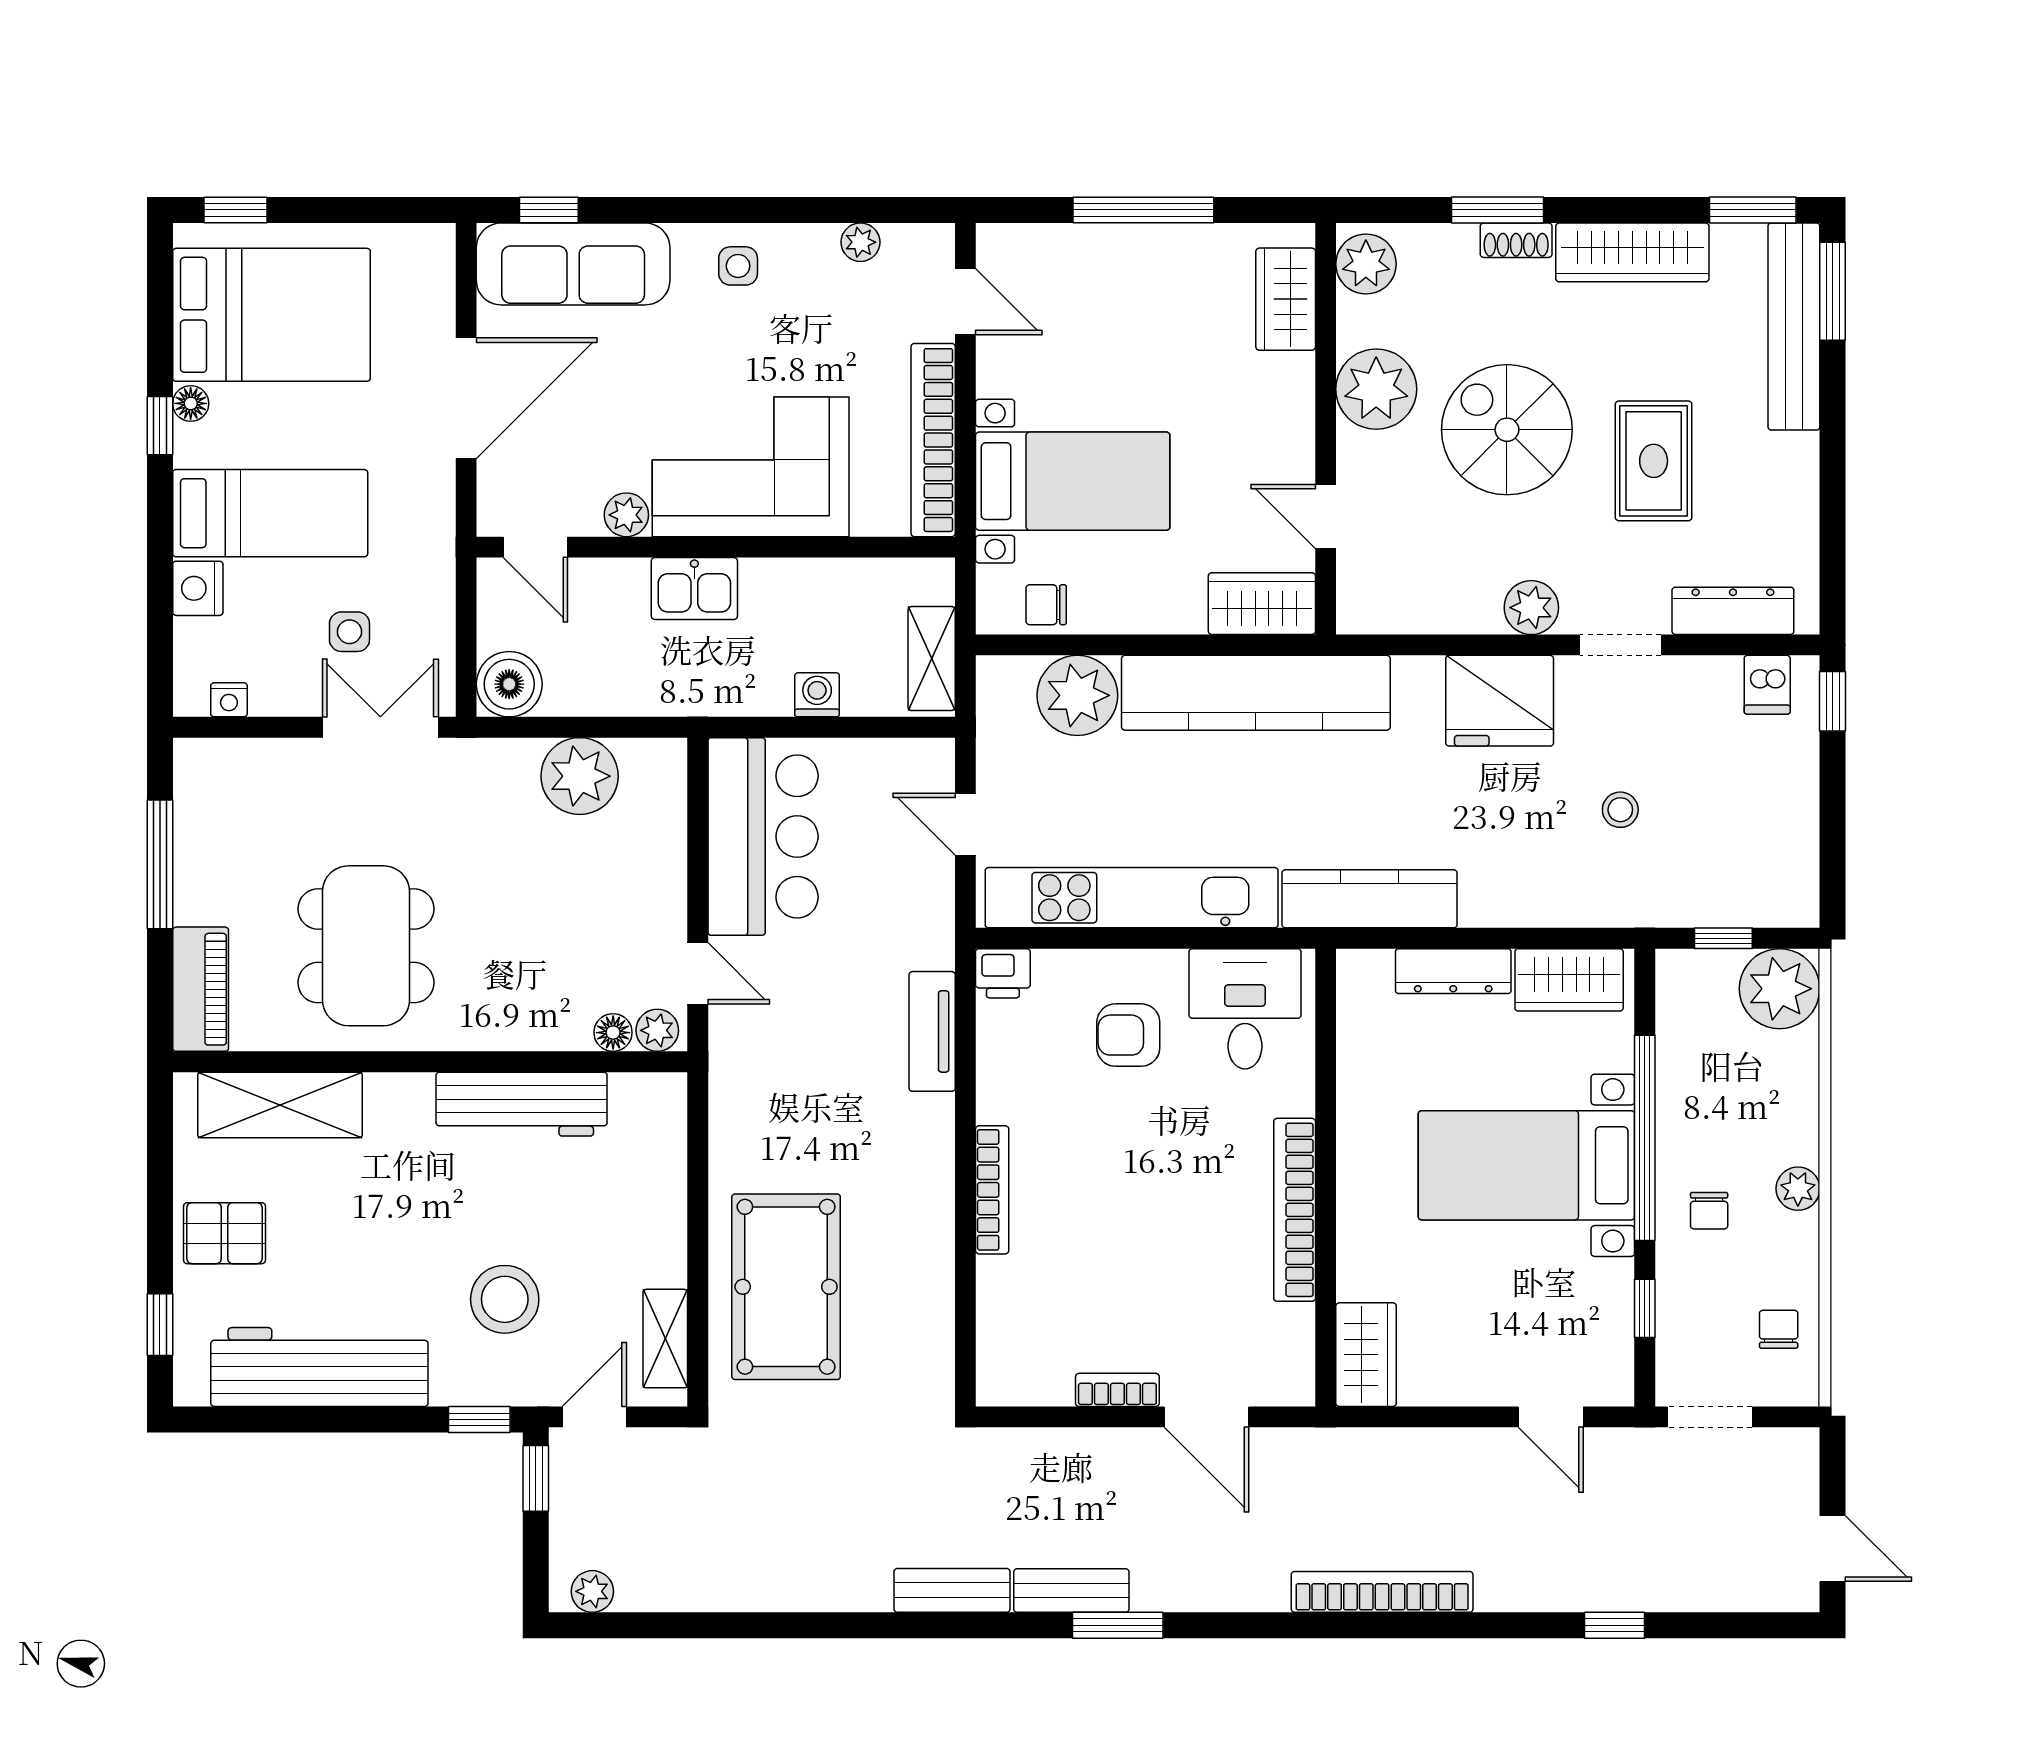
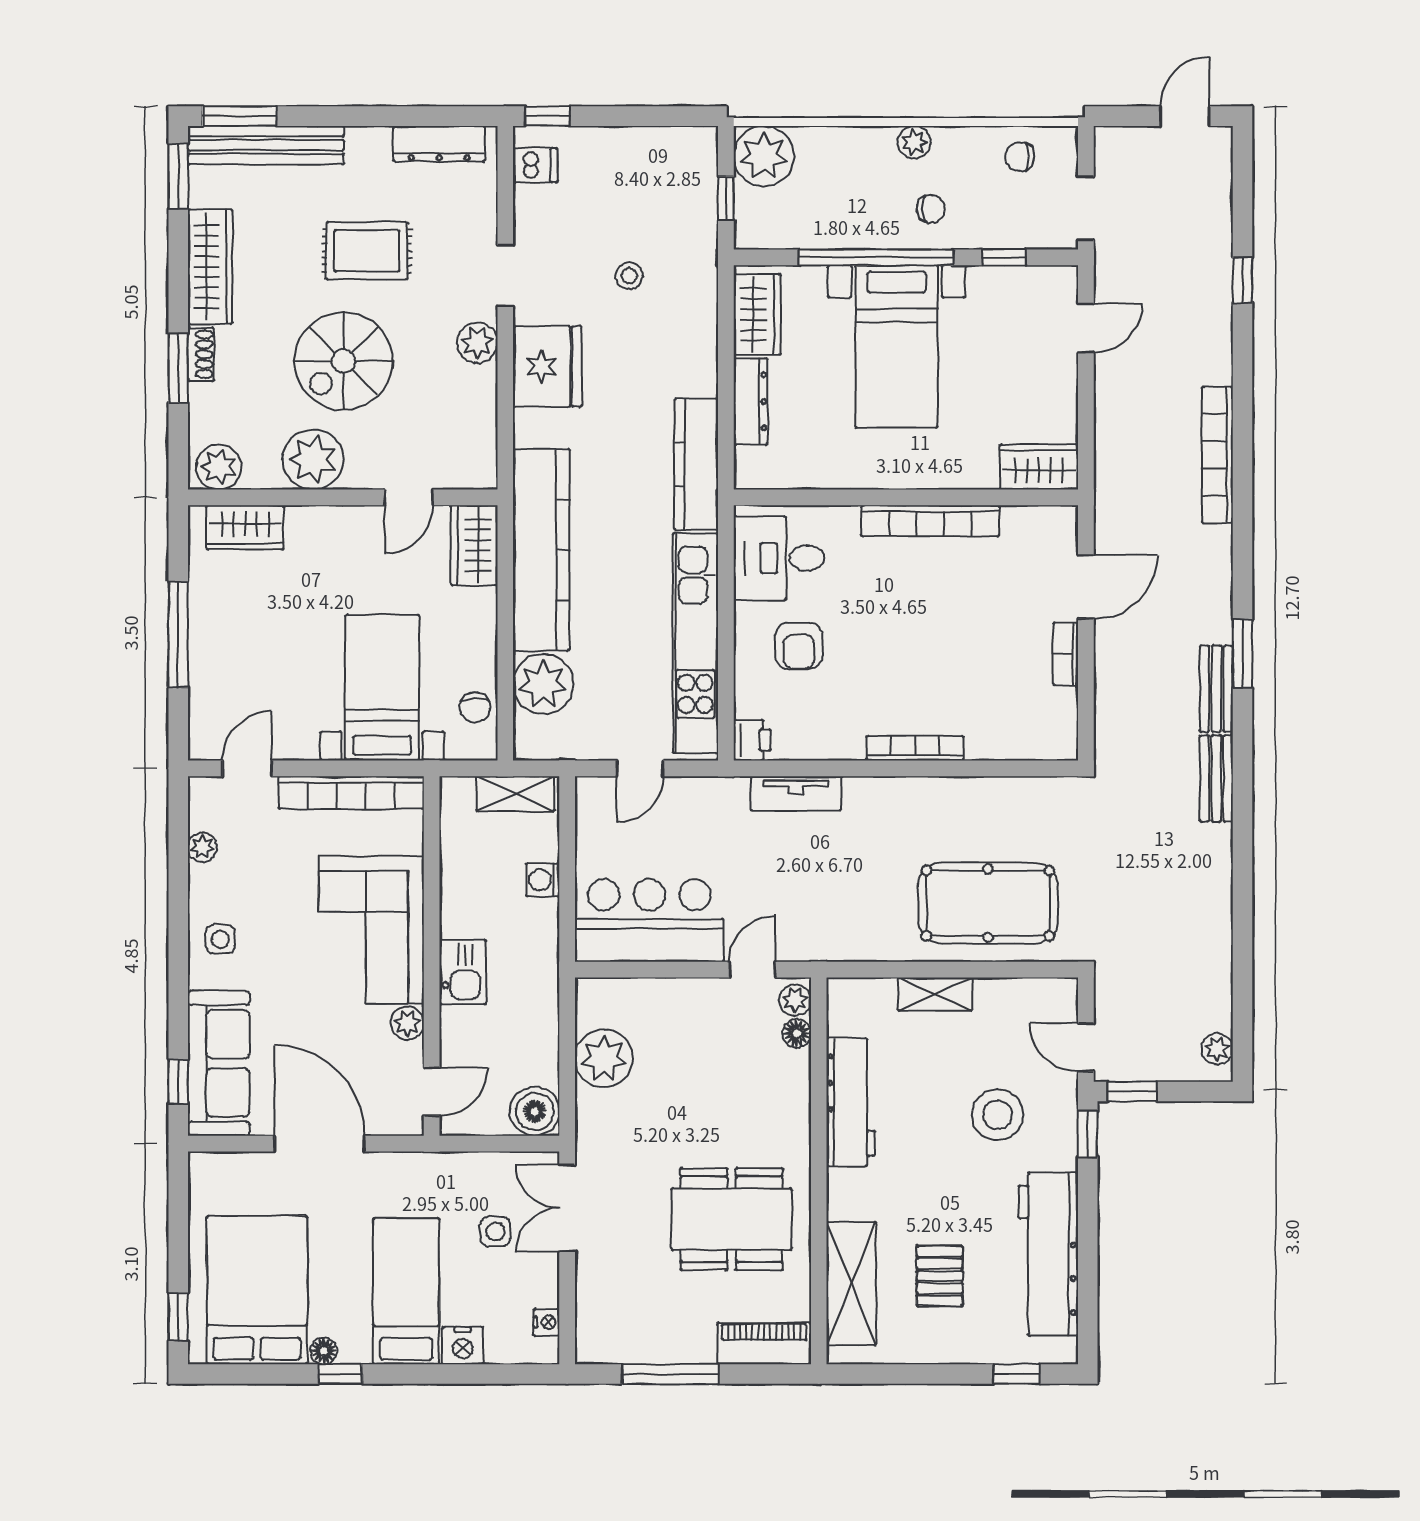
dresser: (1733, 611) -> (439, 144), moved, turned -90
pallet: (225, 1233) -> (940, 1276), moved
shelving: (665, 1339) -> (935, 994), moved

